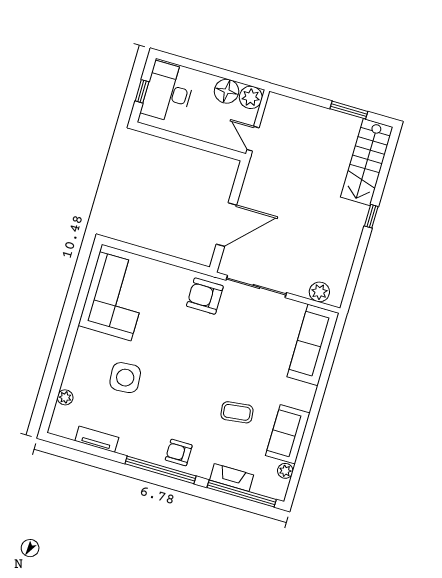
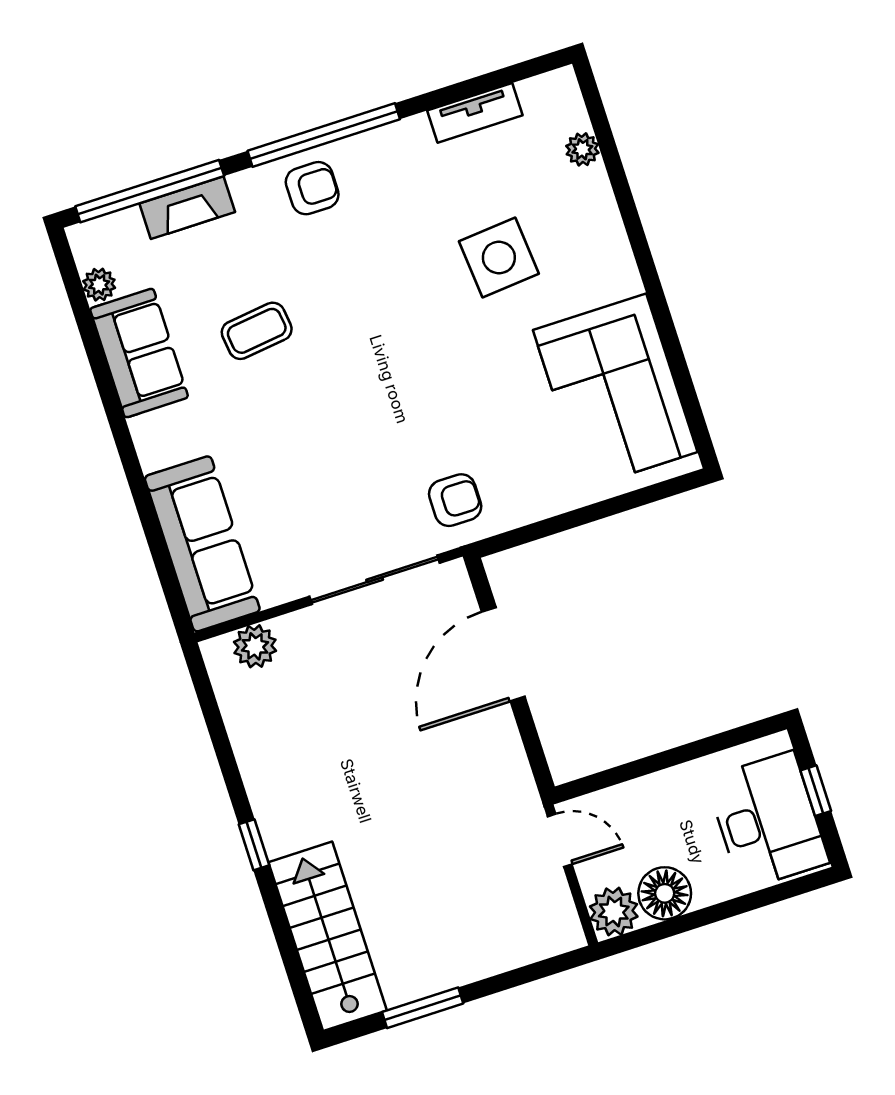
armchair: (205, 296) -> (455, 500), width x0.72, depth x0.72

